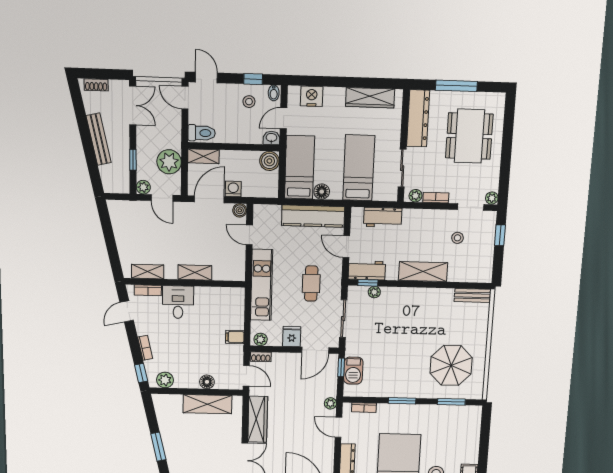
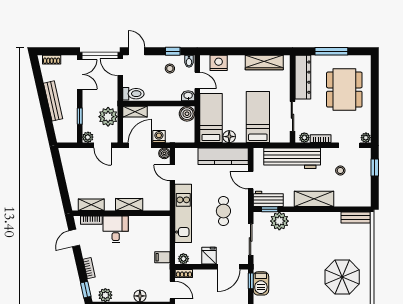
door: (284, 118) -> (197, 80), swing flipped
workbench: (383, 217) -> (292, 158), width x1.88, depth x1.32
plant: (374, 292) -> (279, 221), width x1.88, depth x1.88

